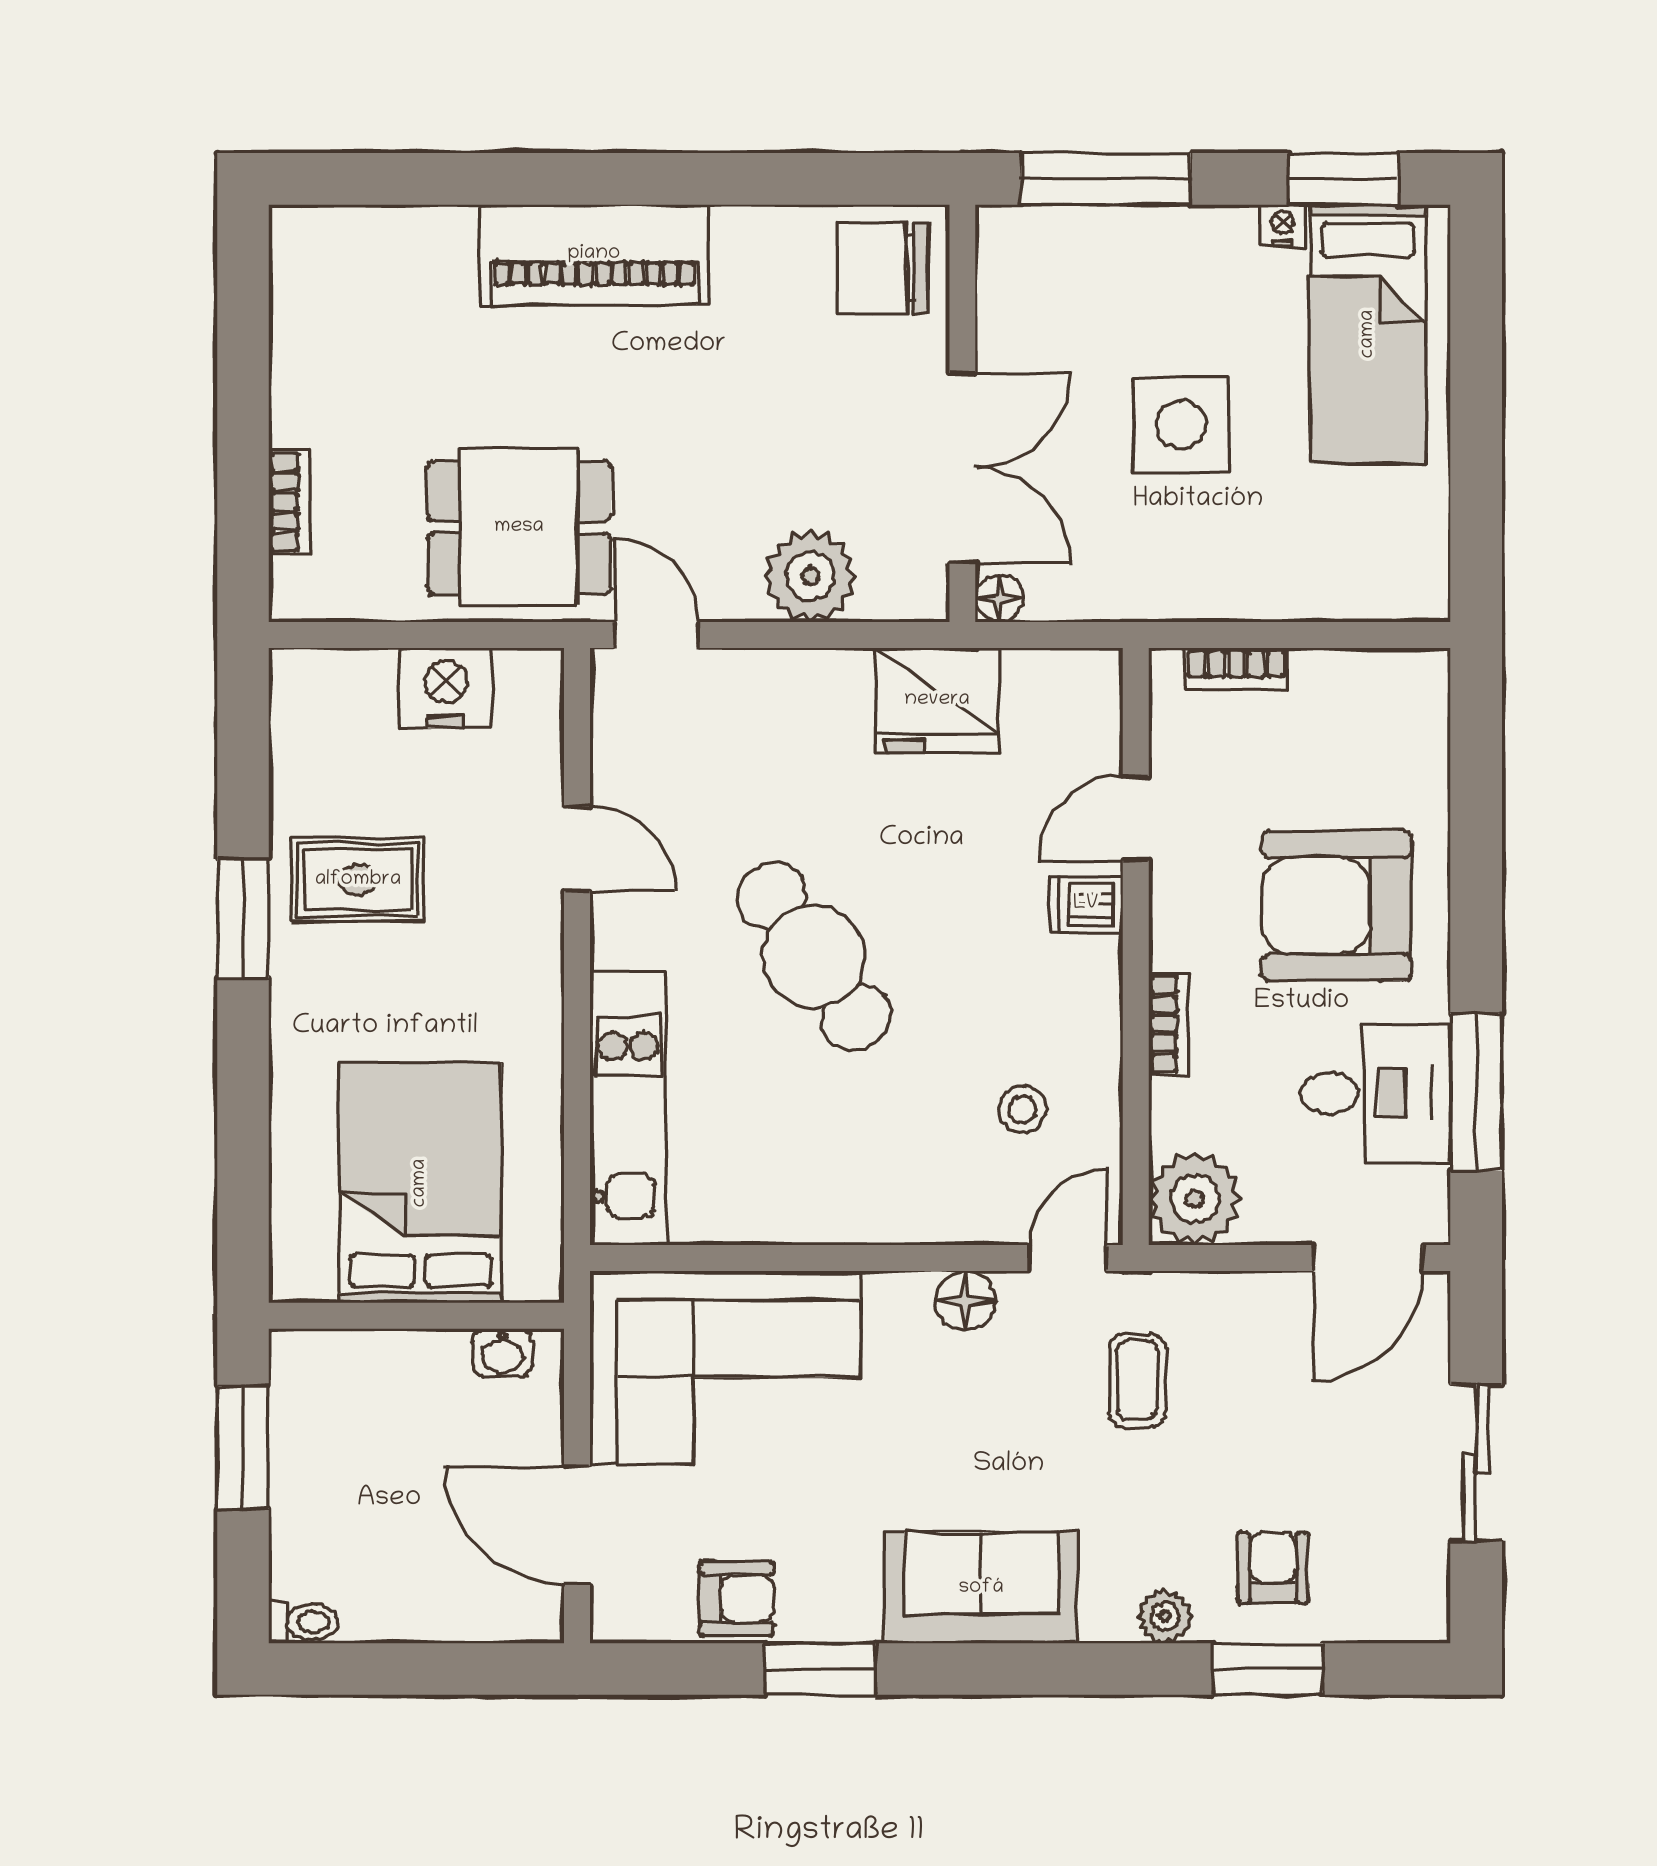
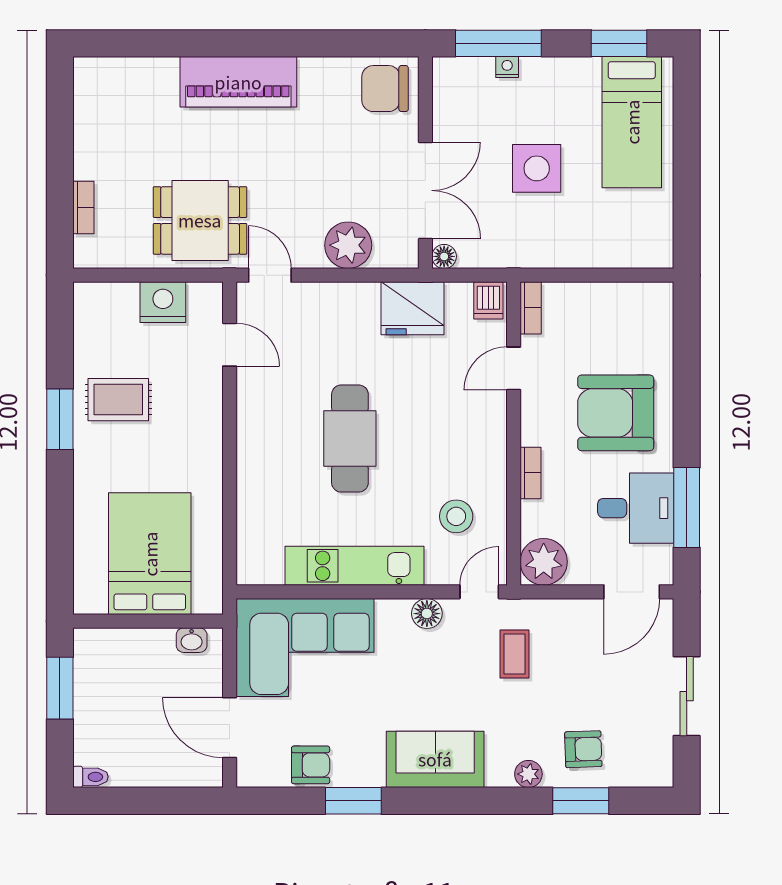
nightstand: (1283, 226) -> (507, 67), moved
bookcase: (1236, 668) -> (531, 308), moved, turned -90
door: (577, 849) -> (230, 345), moved
dishwasher: (1086, 904) -> (488, 300), moved, turned -90
cafe table: (814, 956) -> (350, 439), turned 35
kitchen unit: (628, 1109) -> (354, 566), moved, turned -90
stool: (1023, 1109) -> (456, 516), width x1.37, depth x1.37
armchair: (1273, 1567) -> (583, 749), turned 88

